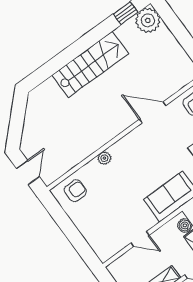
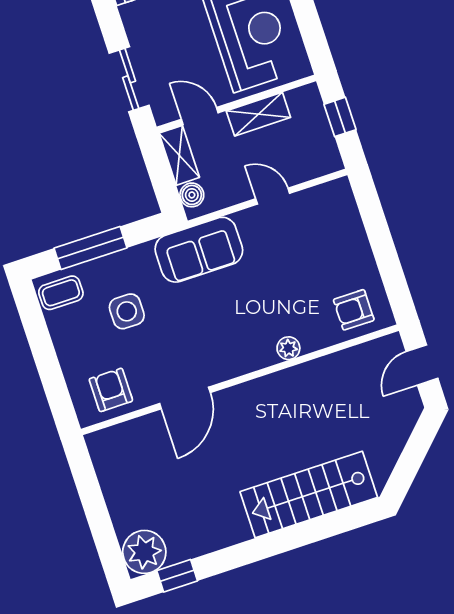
stairs: (90, 64) -> (309, 495), moved
door: (153, 112) -> (185, 398), hinge flipped

